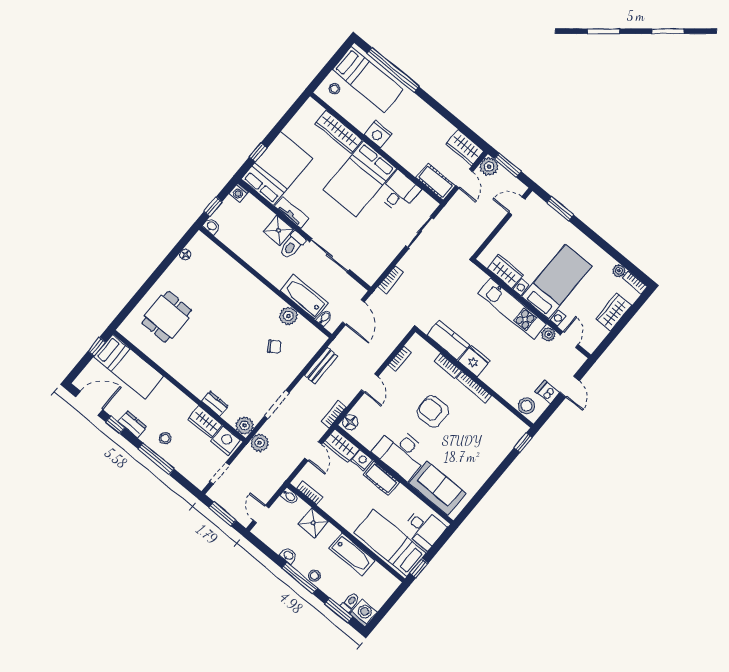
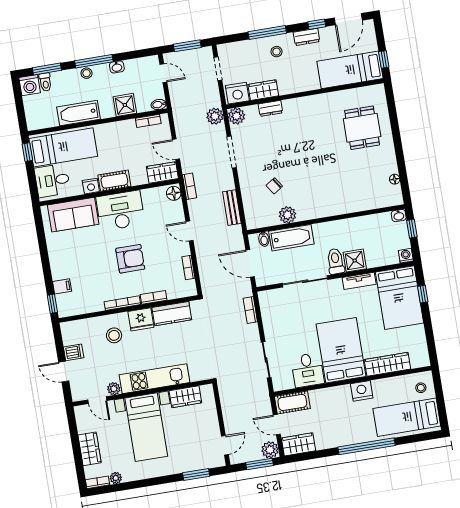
window: (393, 70) -> (367, 446), moved
stool: (526, 406) -> (114, 335), moved
filing cabinet: (502, 447) -> (62, 286), added
nightstand: (362, 460) -> (91, 186), moved

